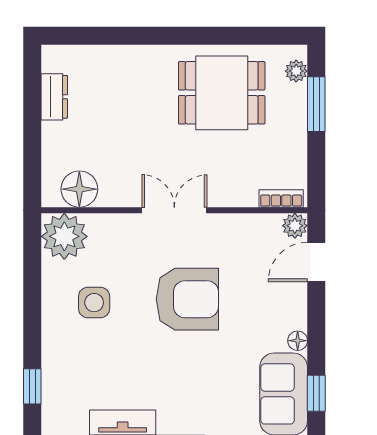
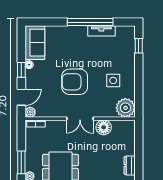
floor lamp: (79, 189) -> (104, 127), moved
window: (316, 393) -> (21, 70), moved

